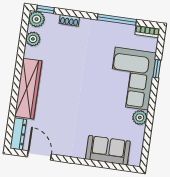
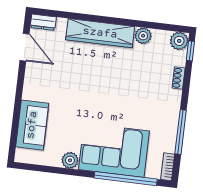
plant: (33, 39) -> (143, 36), moved
window: (157, 69) -> (126, 179), width x3.17
dresser: (18, 134) -> (43, 22), width x0.70
door: (39, 155) -> (25, 47), hinge flipped

